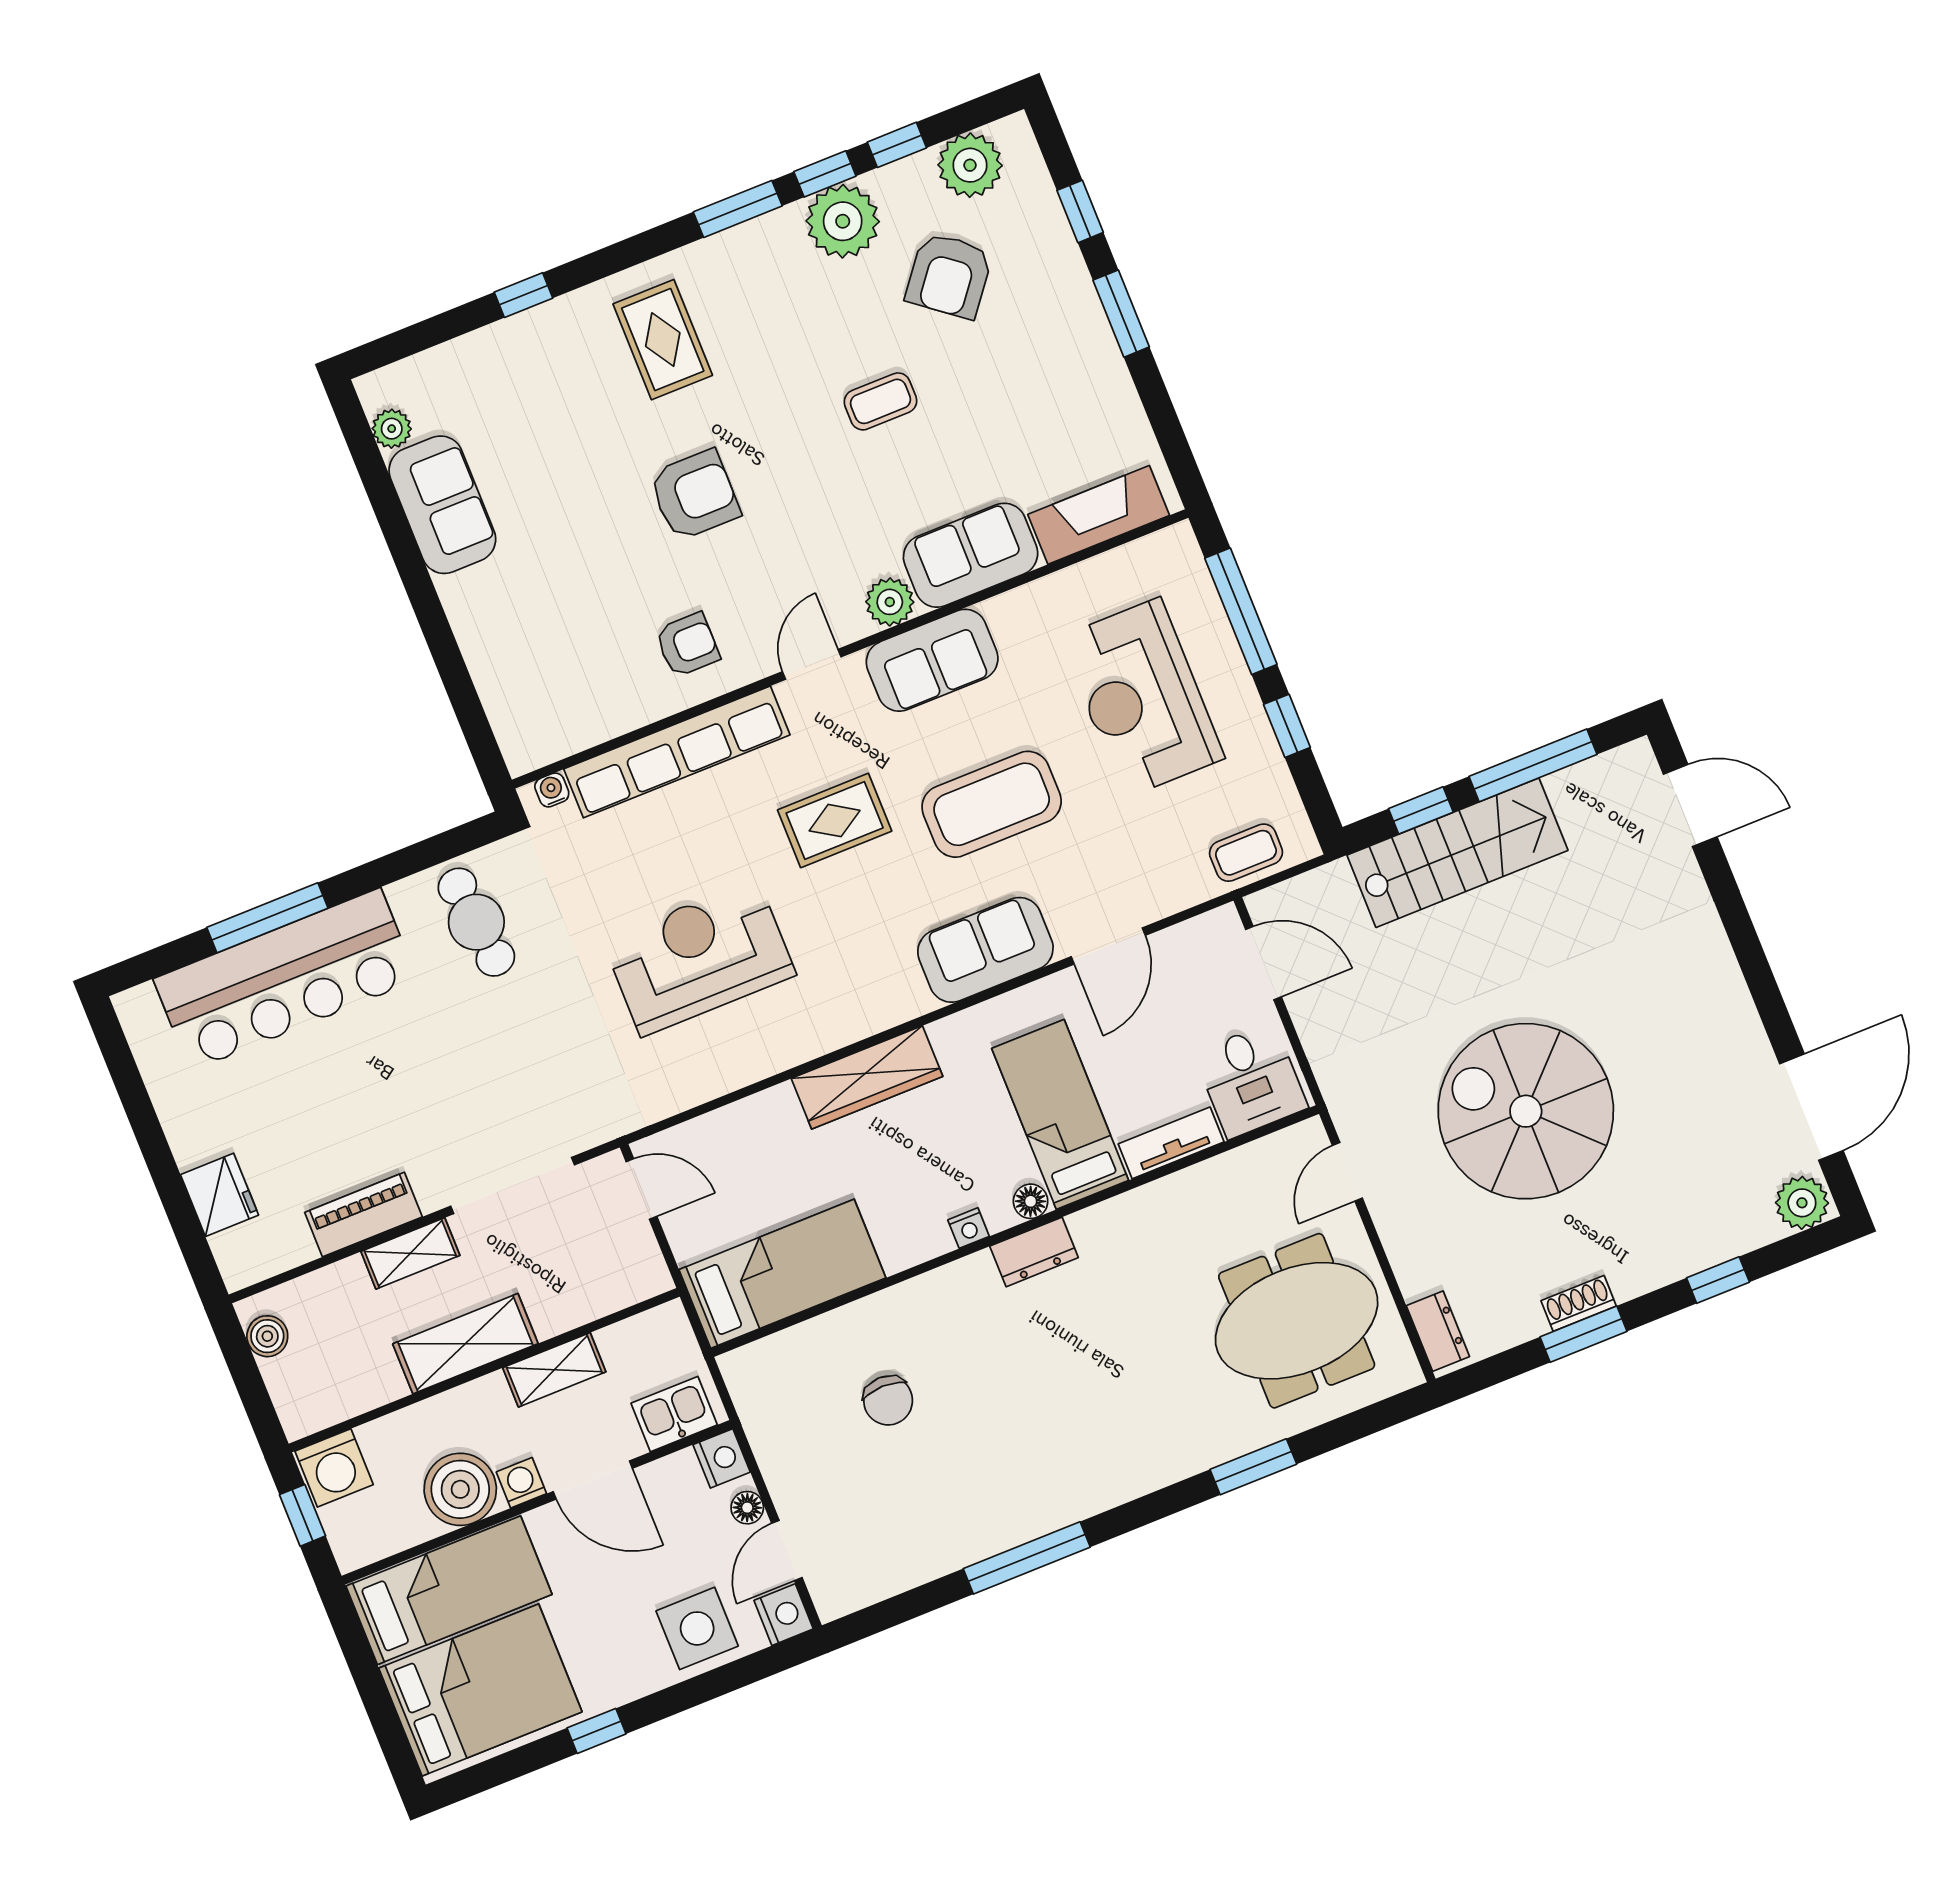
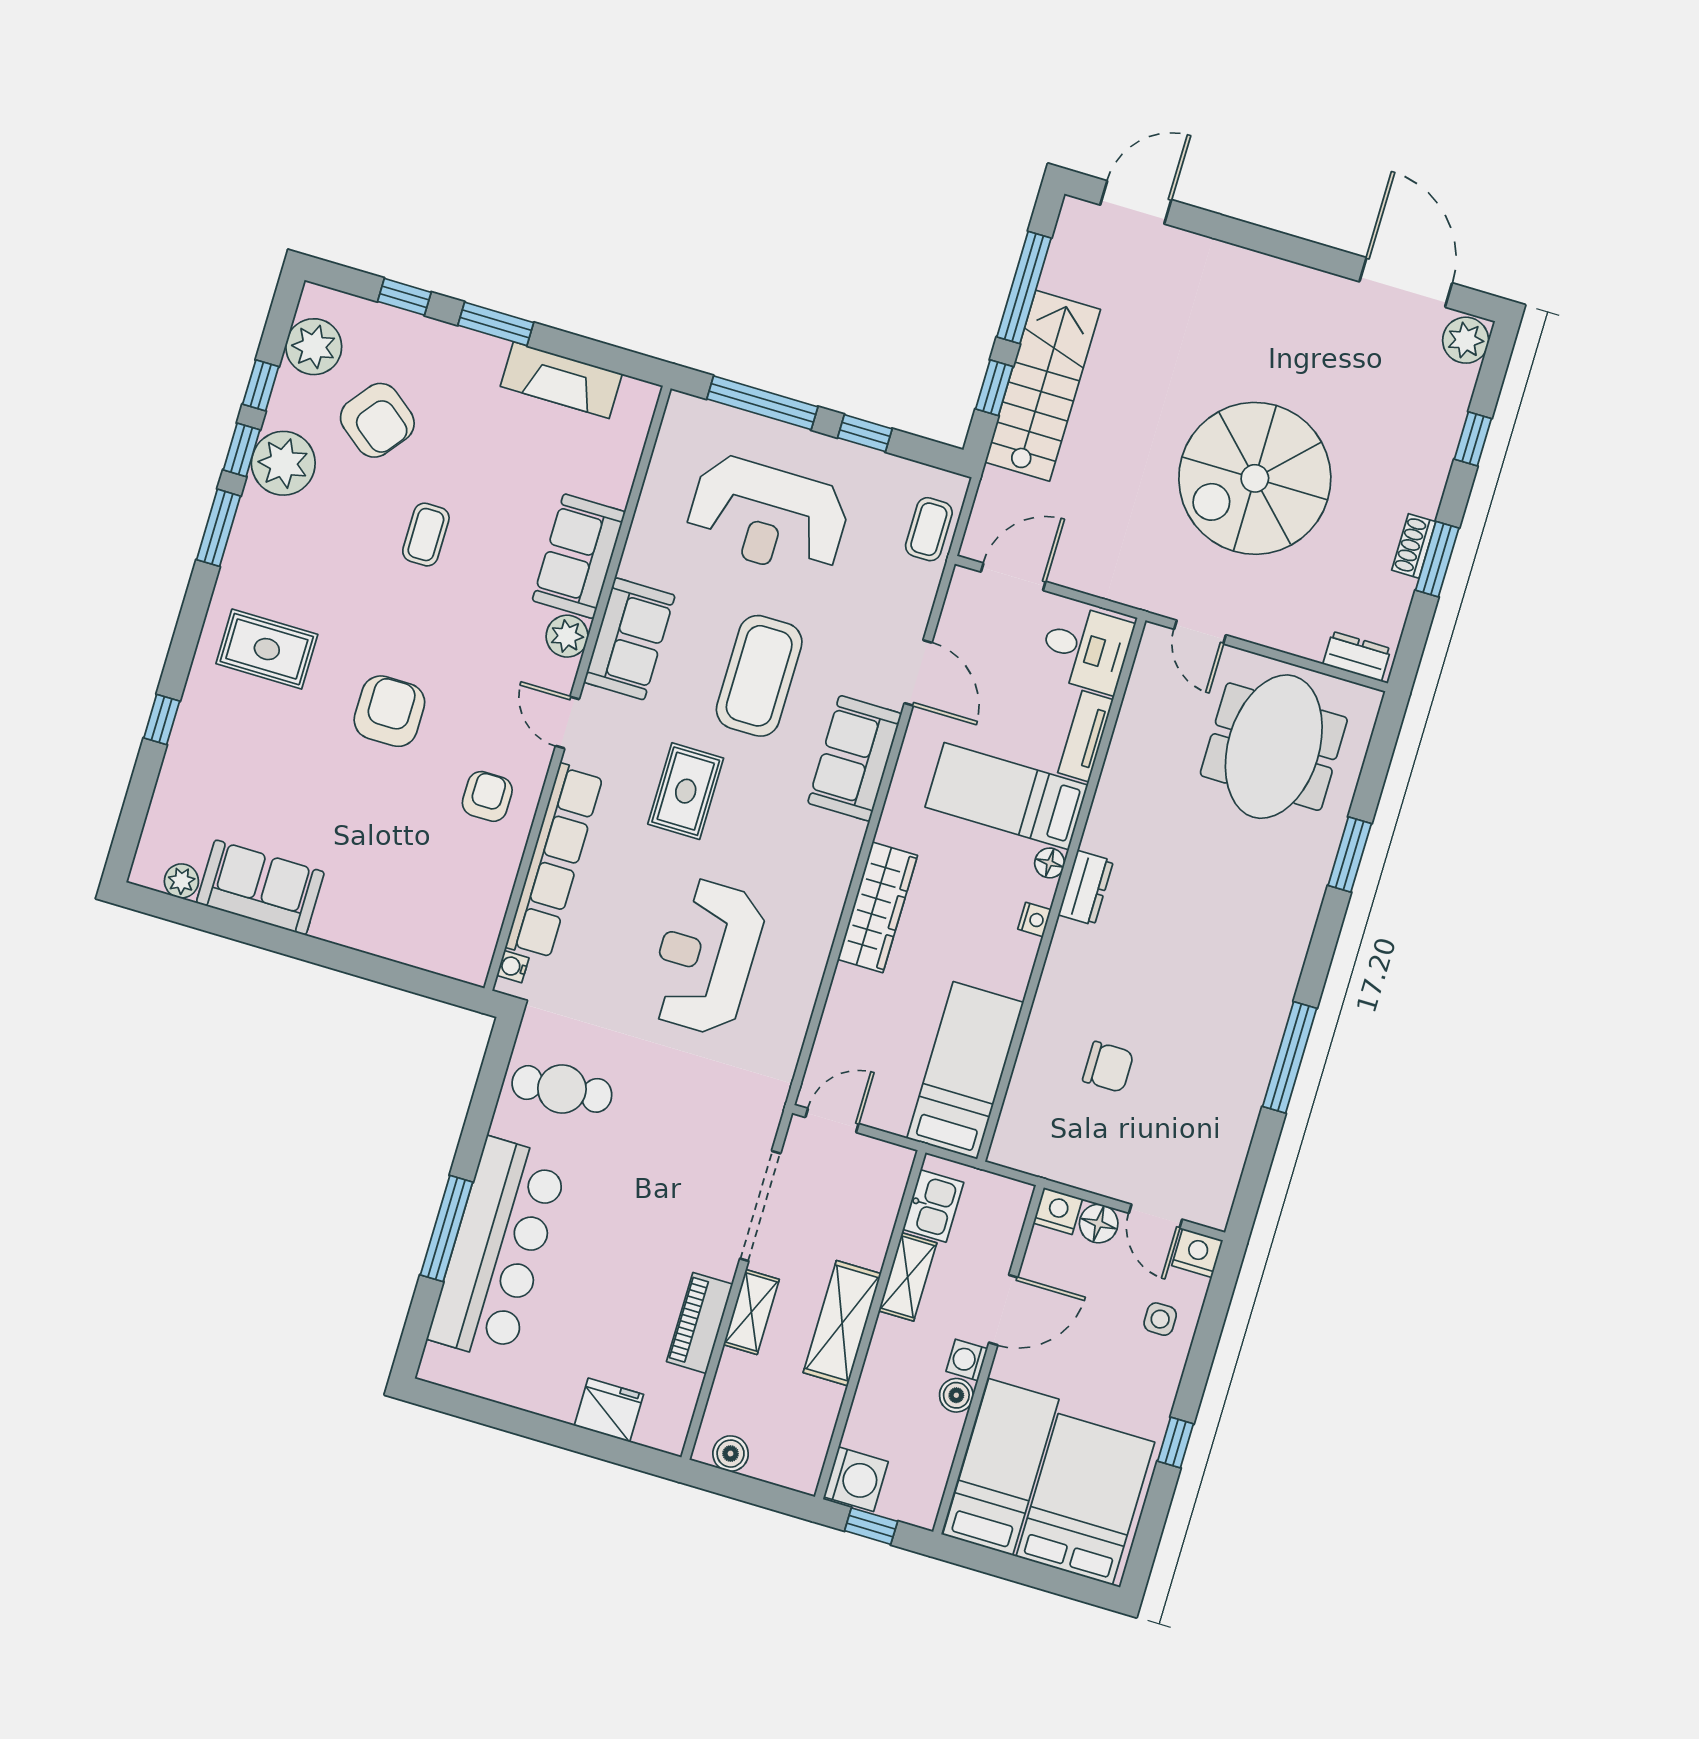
fireplace: (1099, 515) -> (561, 380), moved, turned -90
kitchen sink: (674, 1414) -> (933, 1206), moved, turned 180
boiler: (460, 1489) -> (956, 1395), width x0.54, depth x0.54
floor lamp: (747, 1508) -> (1099, 1224), width x1.37, depth x1.37
side table: (697, 1628) -> (1160, 1319), width x0.54, depth x0.54

